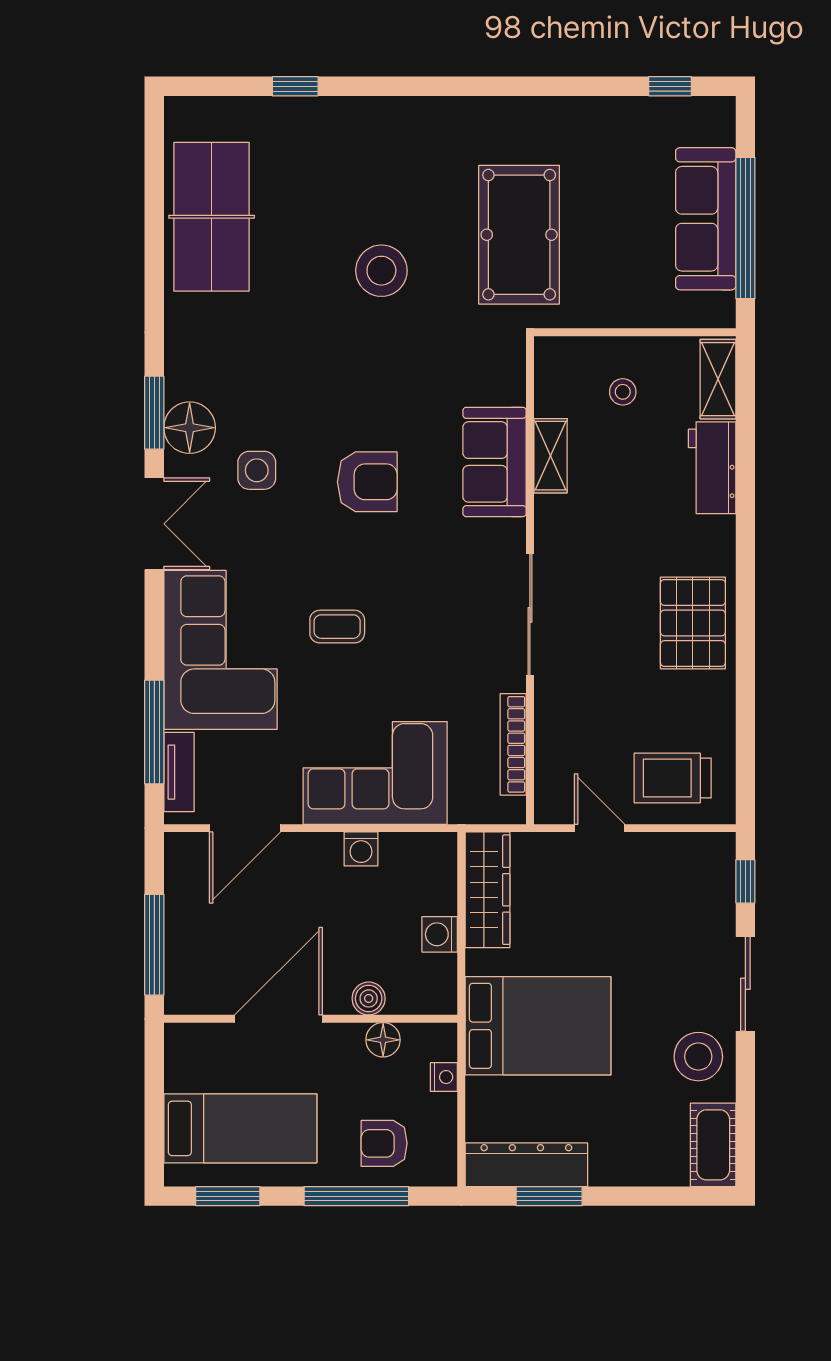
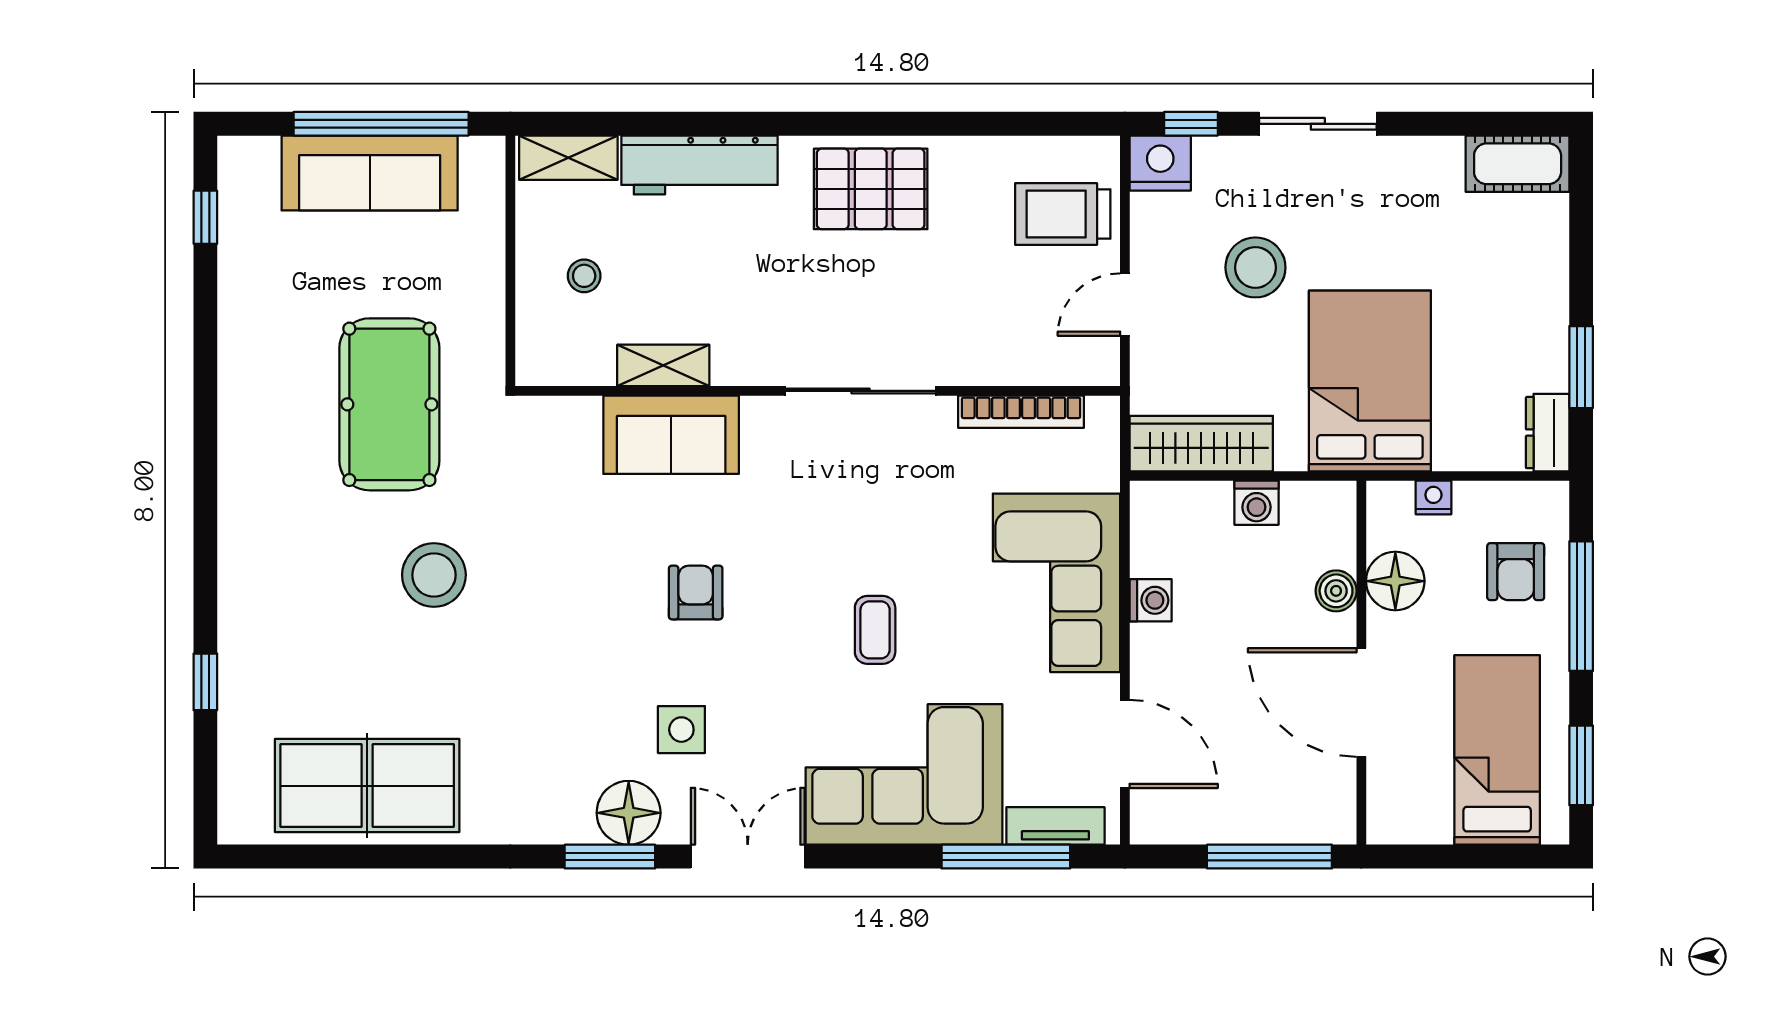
pool table: (519, 235) -> (389, 404), turned 90
workbench: (712, 468) -> (700, 165), width x1.37
armchair: (367, 482) -> (696, 593), width x0.72, depth x0.72
trolley: (673, 778) -> (1063, 214), turned 90
nightstand: (714, 857) -> (1160, 163), added
floor lamp: (383, 1040) -> (1395, 581), width x1.38, depth x1.38
stool: (698, 1057) -> (1255, 267), moved
dresser: (526, 1165) -> (1548, 433), width x0.51, depth x0.80

